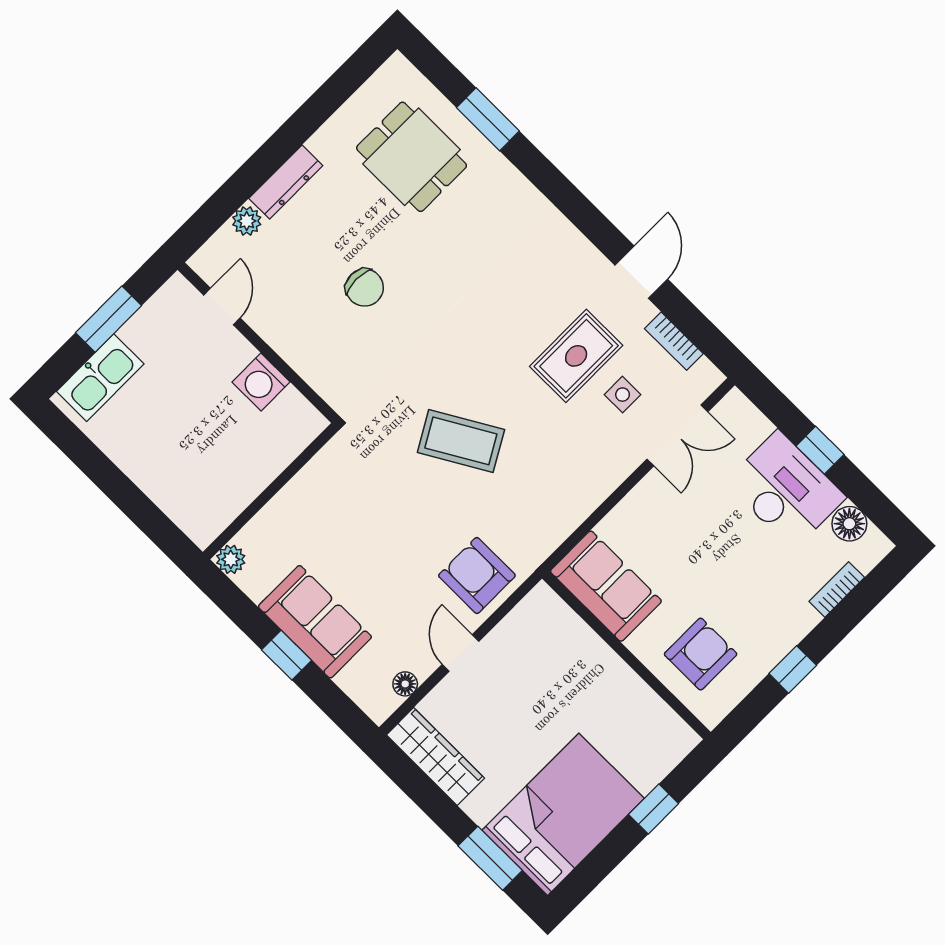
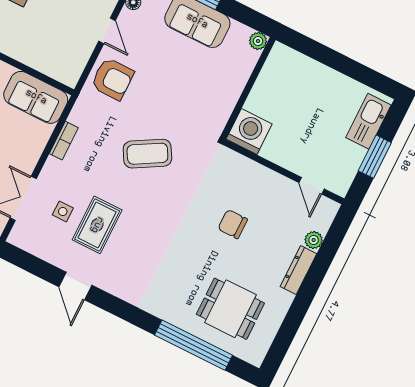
window: (488, 119) -> (193, 345), width x2.11
bookcase: (674, 341) -> (64, 141), moved, turned 90
washing machine: (261, 382) -> (249, 132), moved, width x1.37, depth x1.37

